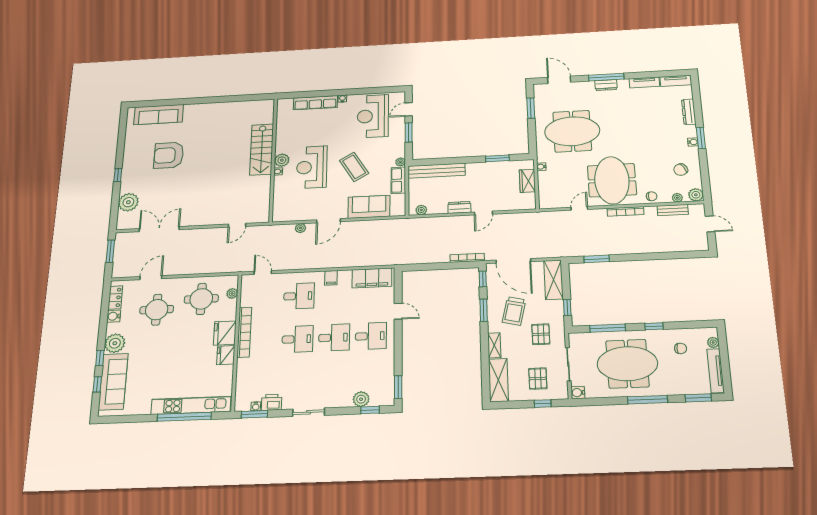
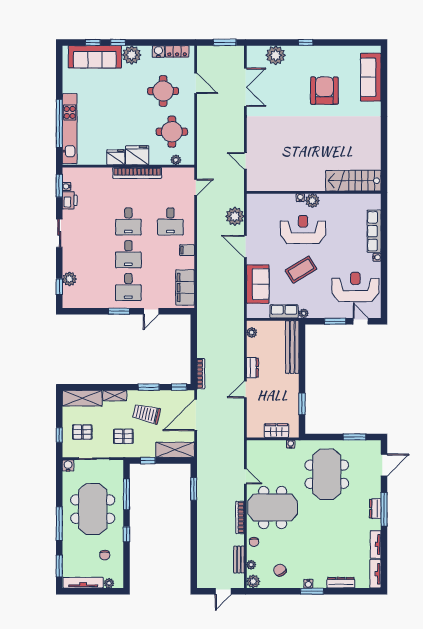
stairs: (262, 149) -> (353, 181), moved
door: (483, 213) -> (245, 389), hinge flipped
plant: (300, 228) -> (235, 216), width x1.87, depth x1.87
window: (398, 387) -> (119, 311), moved

